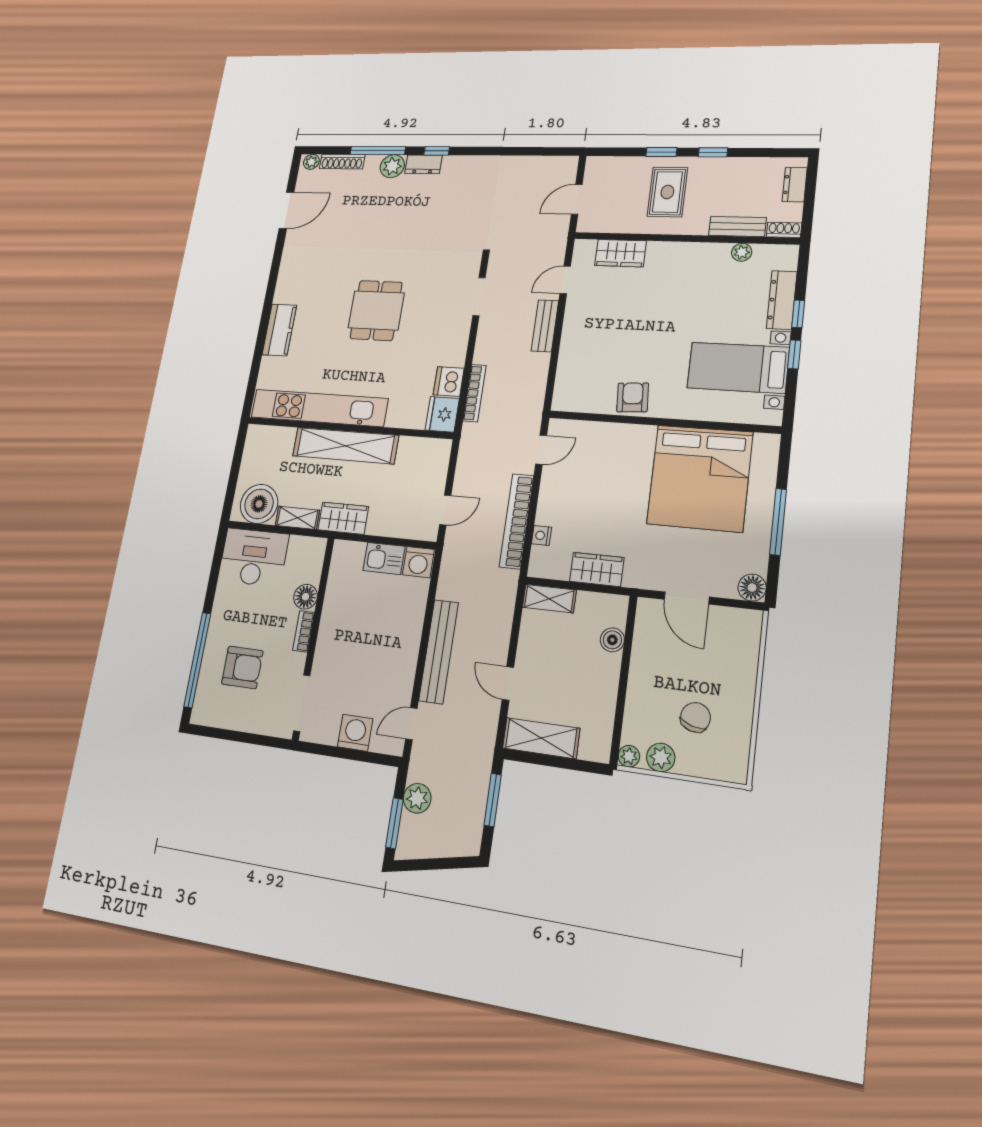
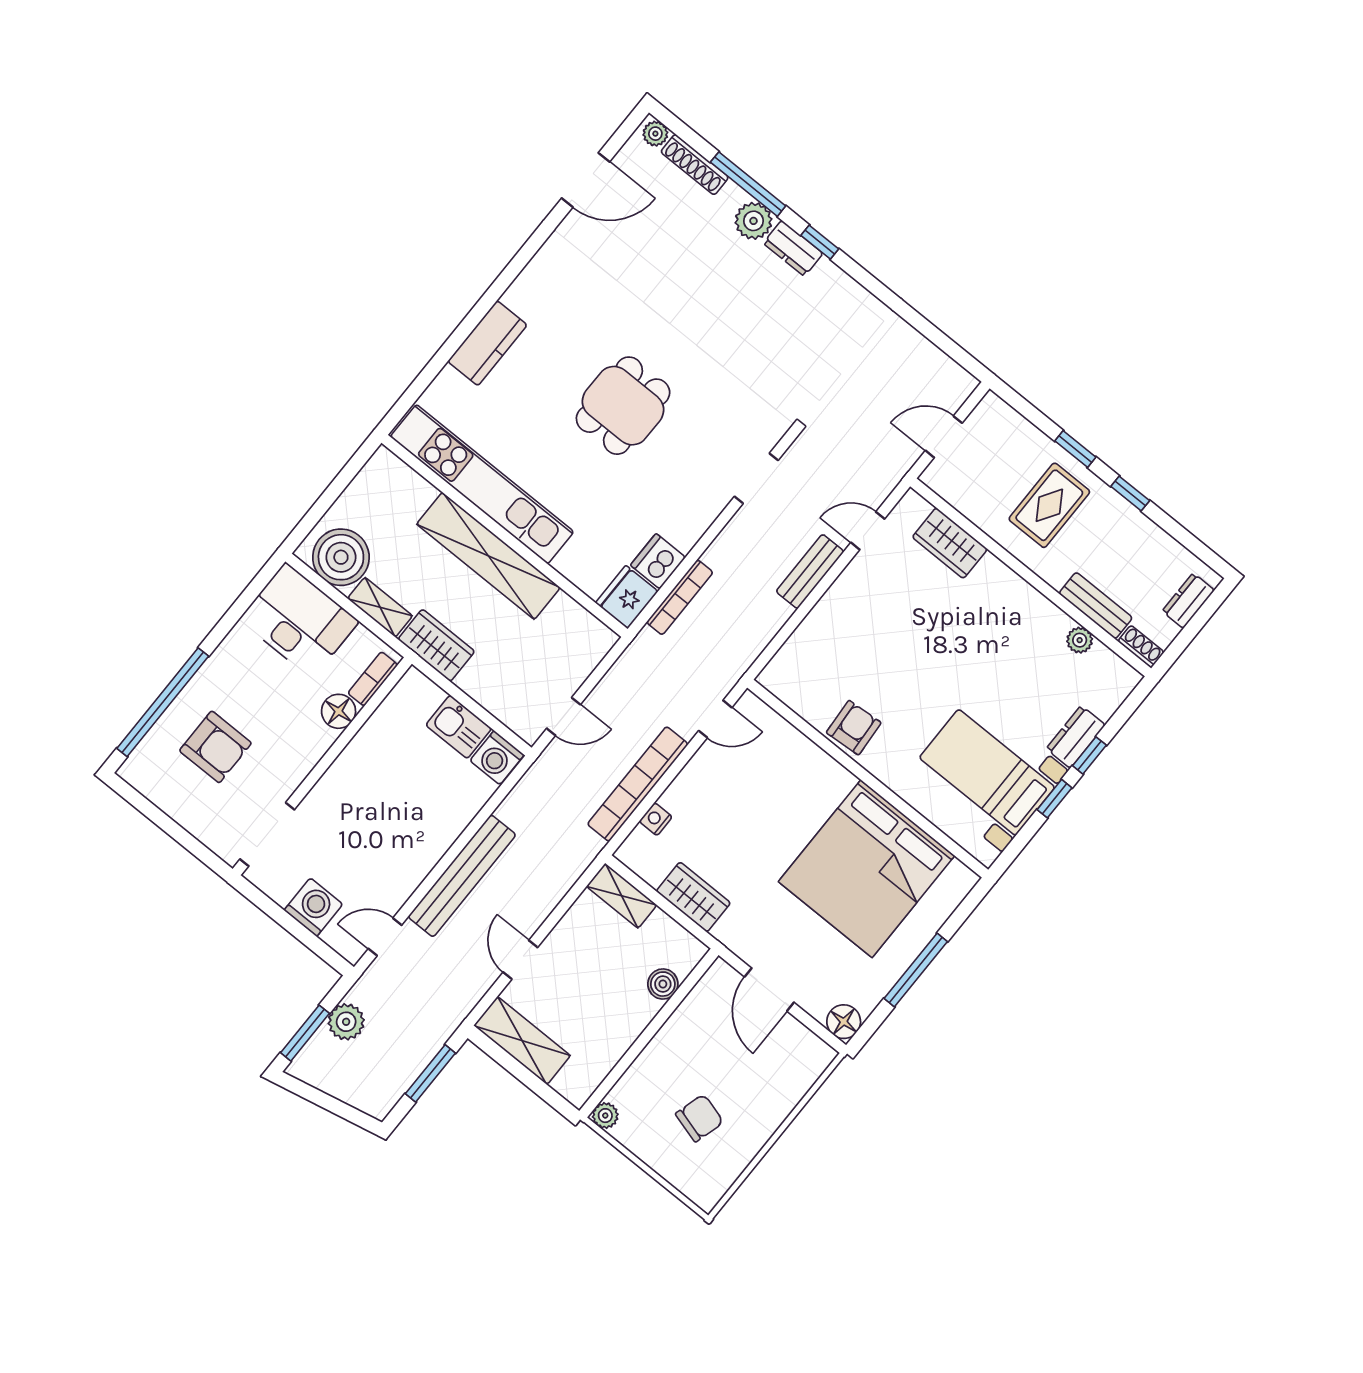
dresser: (782, 300) -> (1076, 737), width x0.70
bookcase: (304, 631) -> (373, 679), moved
plant: (661, 757) -> (638, 1137), removed

